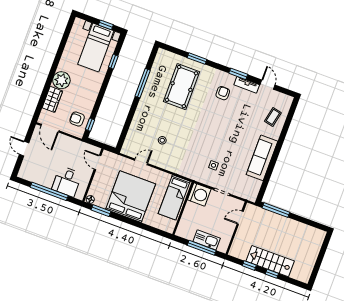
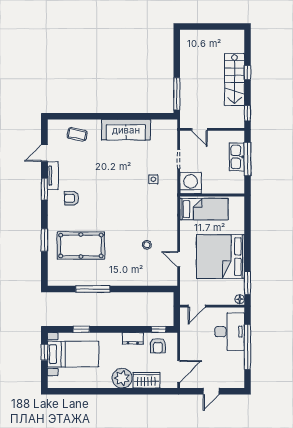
dresser: (90, 101) -> (133, 338), added
desk: (67, 181) -> (230, 332), width x1.37
window: (249, 265) -> (247, 113), moved

